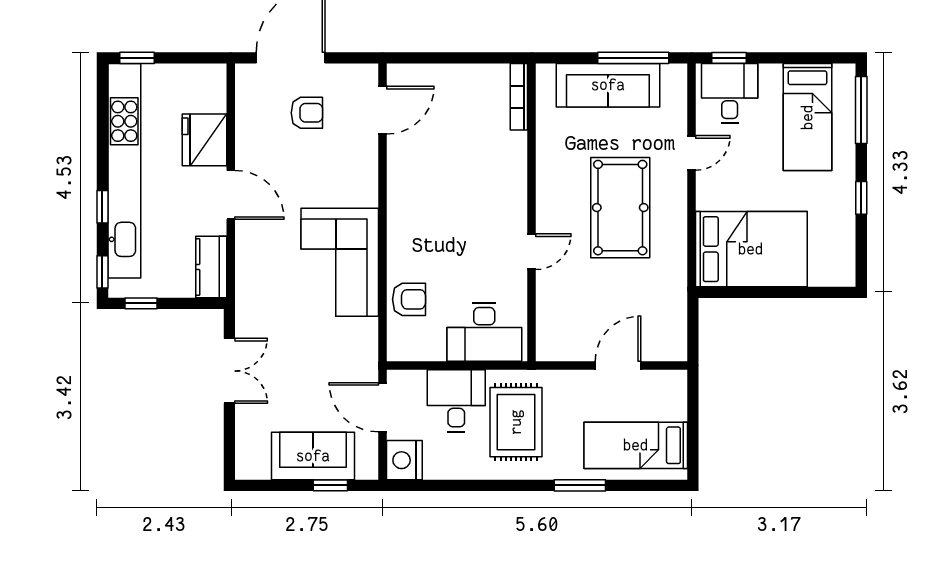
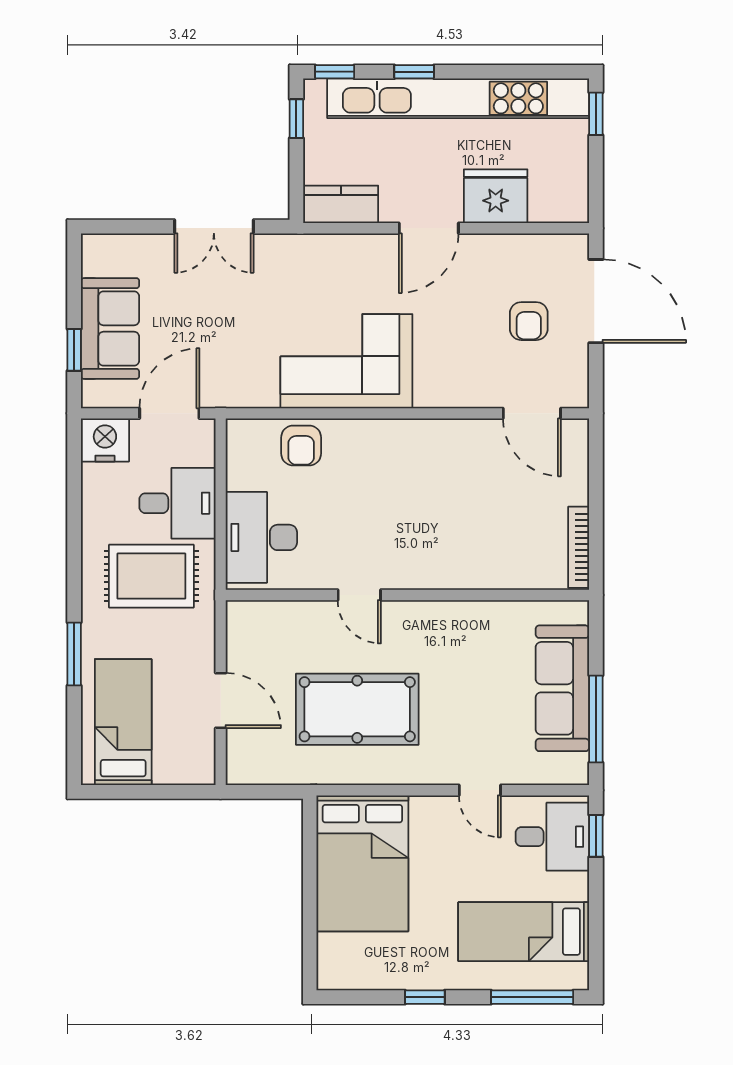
bookcase: (519, 97) -> (579, 547), moved, turned -90
pool table: (620, 208) -> (357, 709), moved

